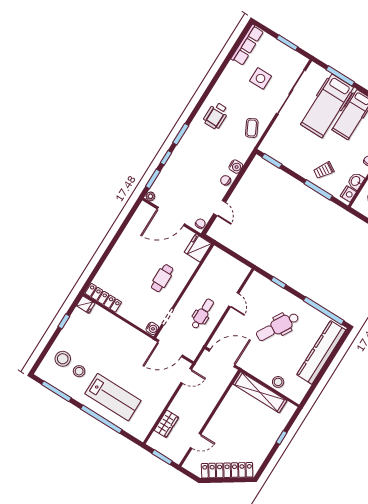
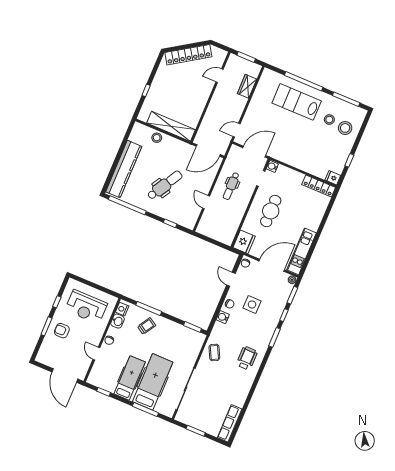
side table: (260, 78) -> (252, 304), moved
kitchen unit: (135, 227) -> (302, 251), added
cafe table: (162, 278) -> (271, 211), width x1.37, depth x1.35

